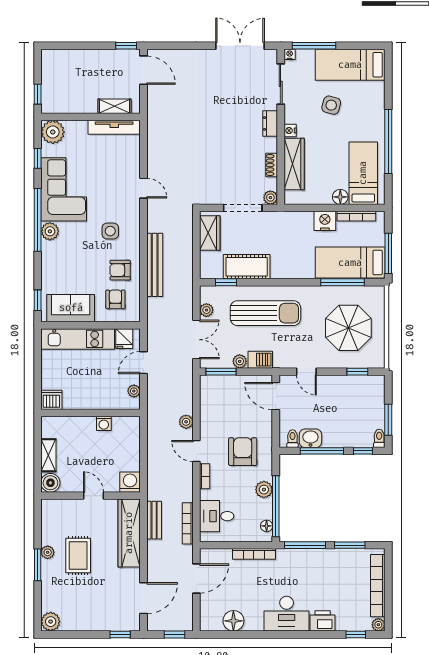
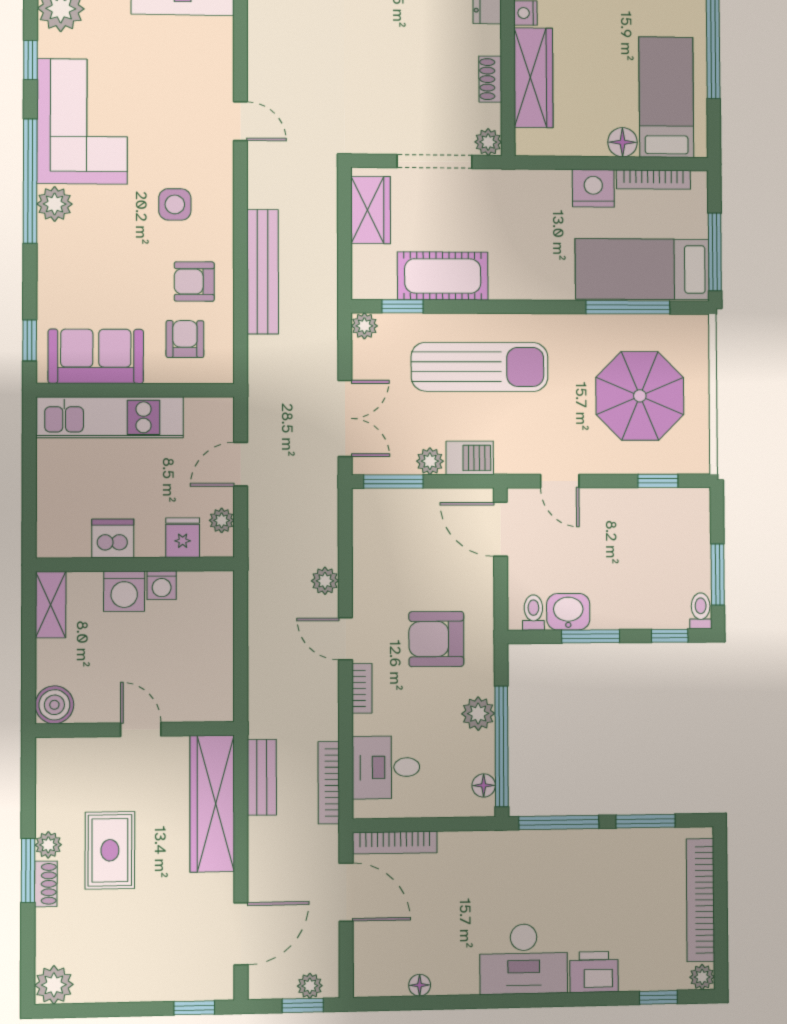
plant: (206, 310) -> (364, 326), moved
fridge: (124, 339) -> (183, 538), moved, turned 180
dishwasher: (51, 400) -> (113, 538), moved
window: (322, 451) -> (591, 636), width x0.69
armchair: (243, 452) -> (436, 639), turned -90
shelving: (48, 455) -> (51, 605), moved
washing machine: (130, 482) -> (124, 591), moved, turned 180
bookcase: (254, 554) -> (395, 843), moved
shoe rack: (46, 572) -> (46, 884), added
door: (196, 578) -> (346, 892), hinge flipped
floor lamp: (233, 621) -> (420, 985), width x0.53, depth x0.53
plant: (178, 625) -> (310, 986), added

